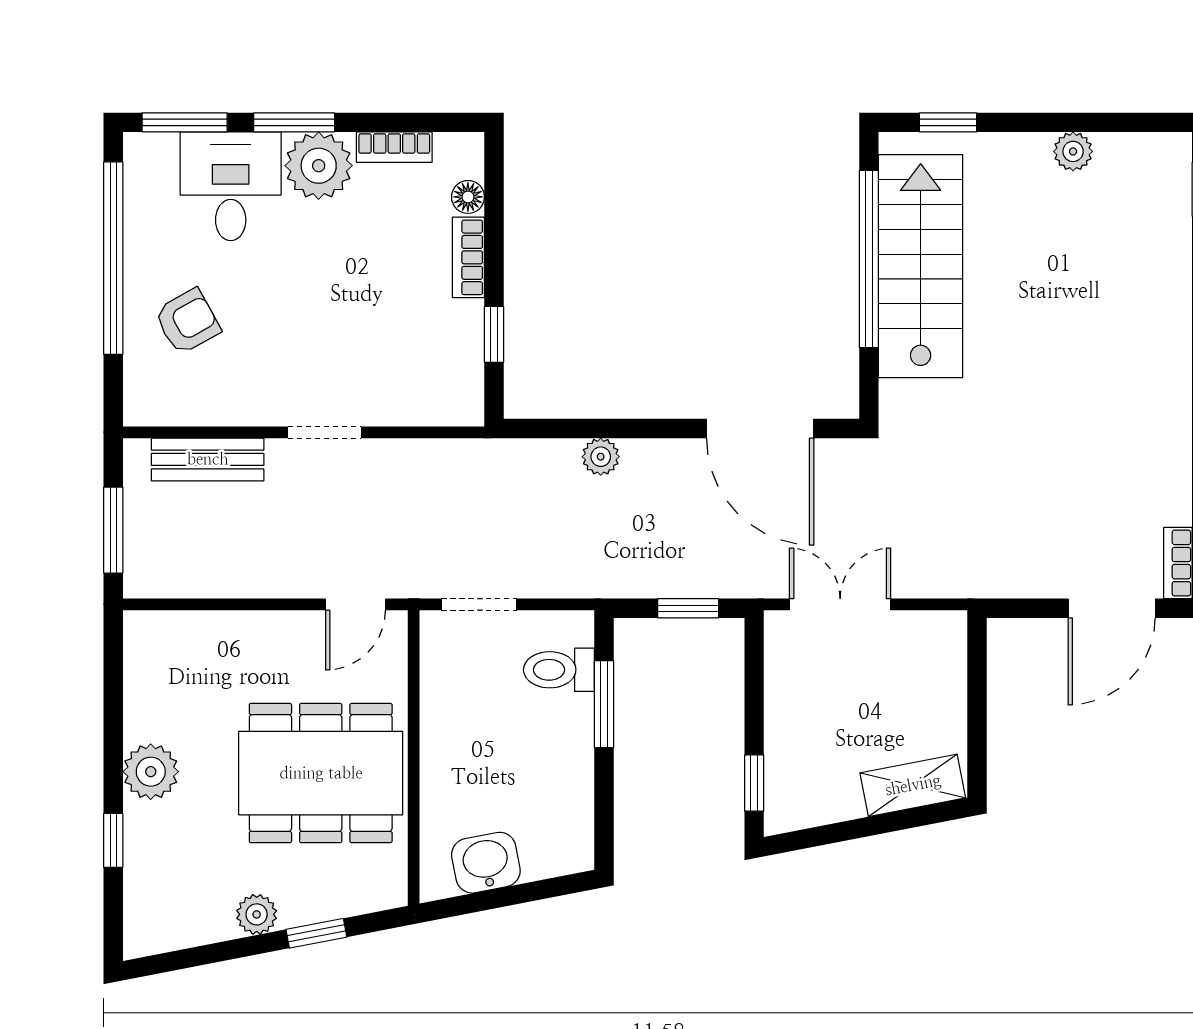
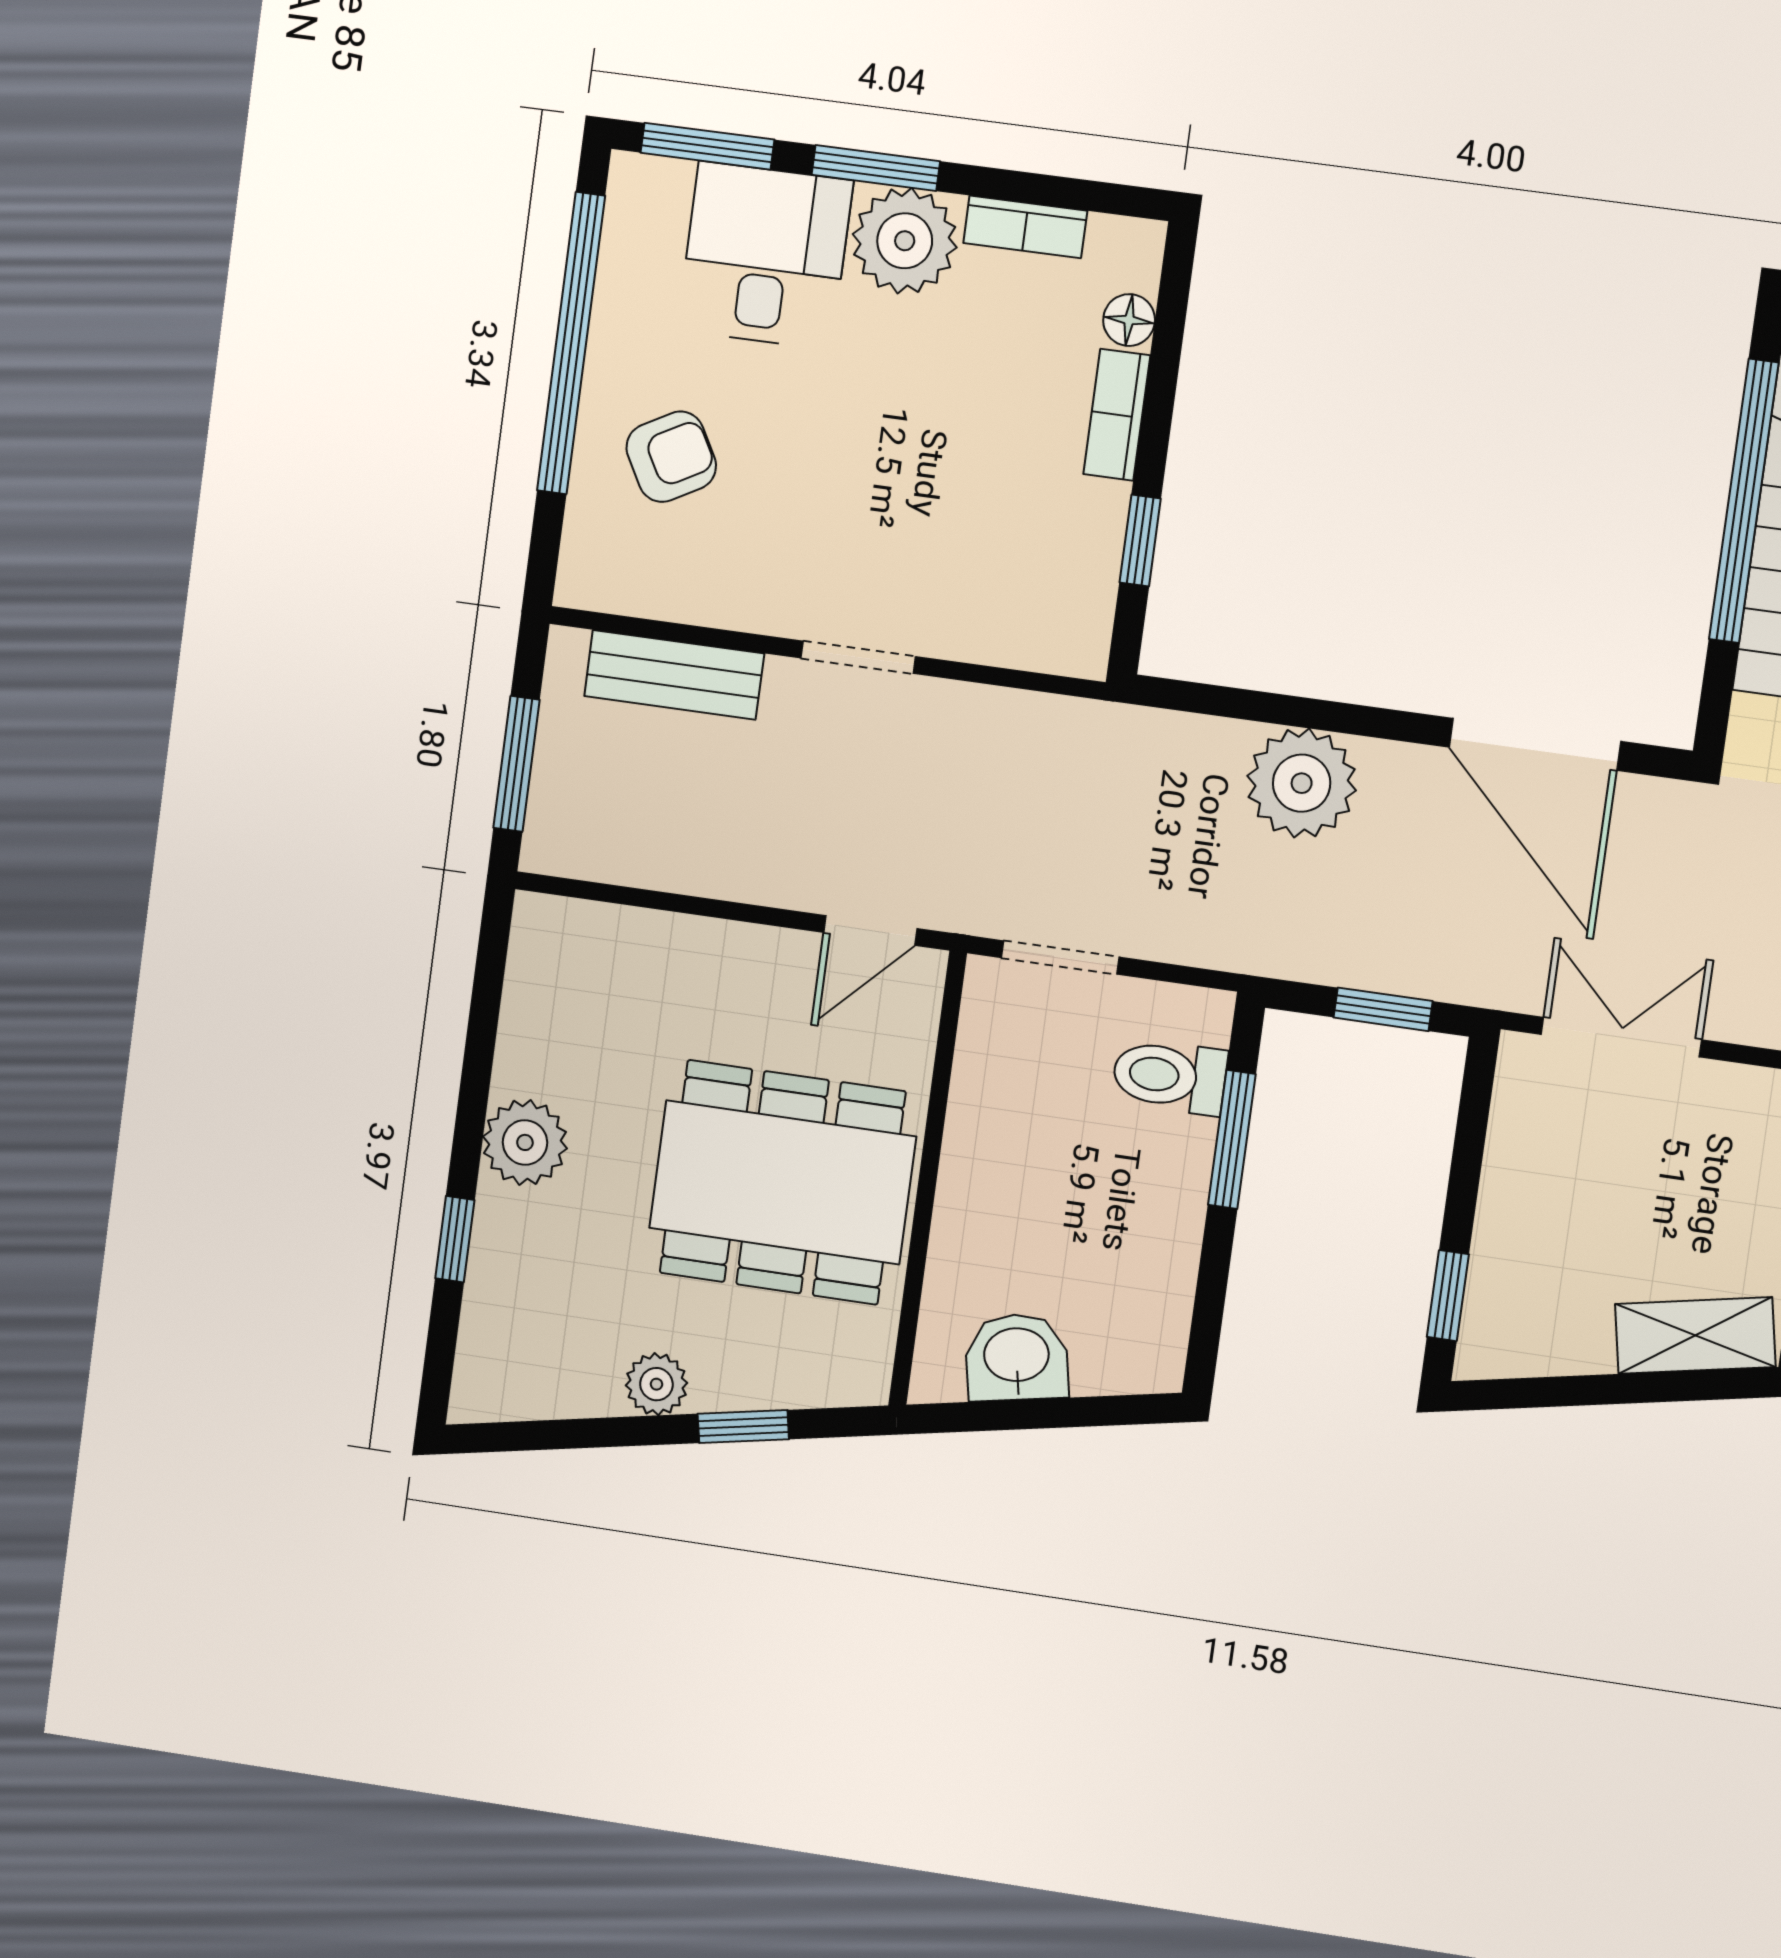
plant: (601, 457) -> (1302, 783), width x1.88, depth x1.88

